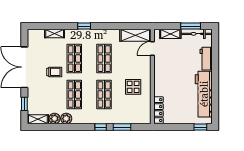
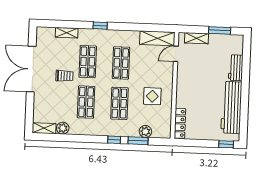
bicycle: (197, 34) -> (226, 39), removed
window: (24, 104) -> (30, 110), removed
plant: (66, 119) -> (145, 131), moved

